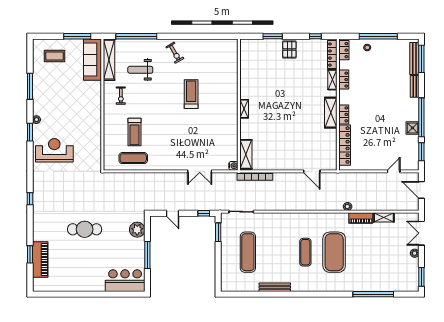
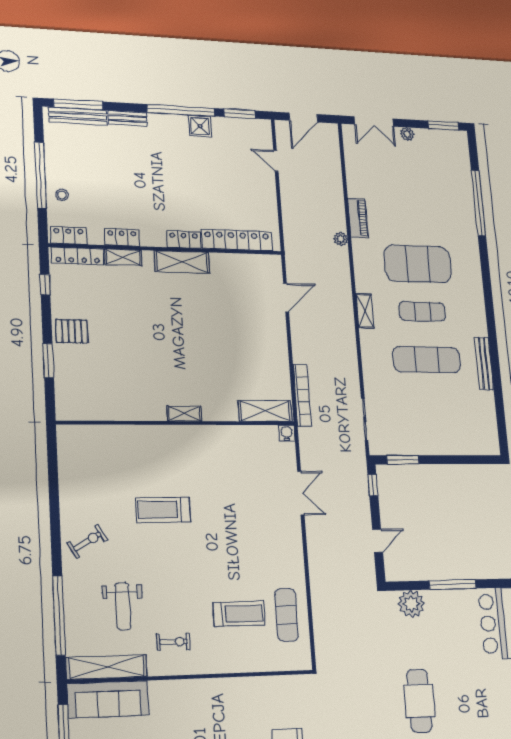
shelving: (384, 217) -> (365, 311), moved
exercise mat: (248, 252) -> (427, 360), moved

